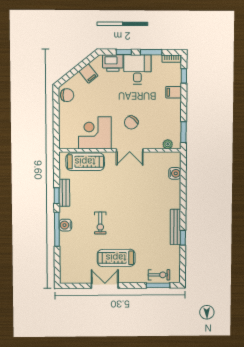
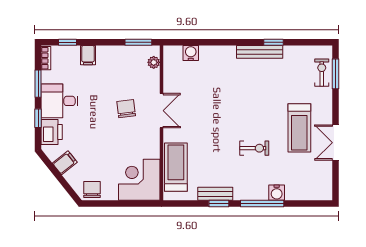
chair: (131, 122) -> (126, 109), turned -137
corner desk: (95, 133) -> (139, 180), moved, turned 90
water cooler: (65, 225) -> (277, 193), moved

